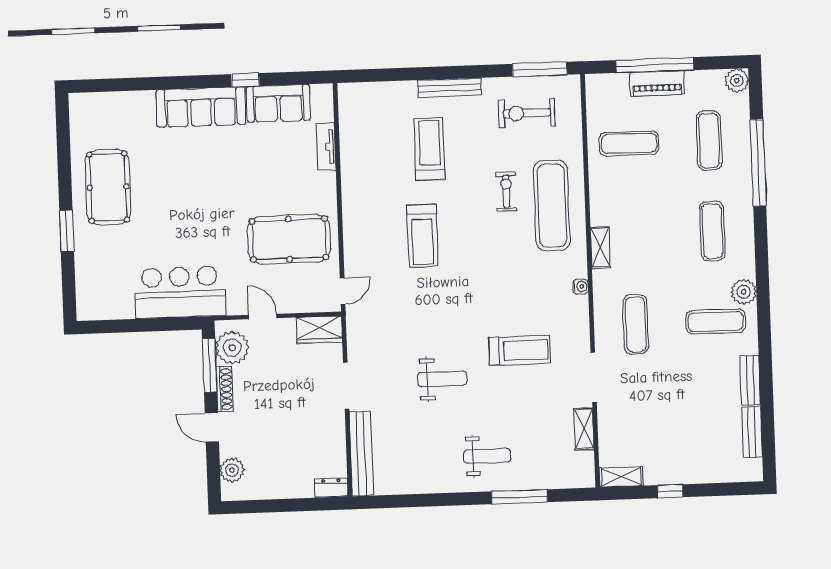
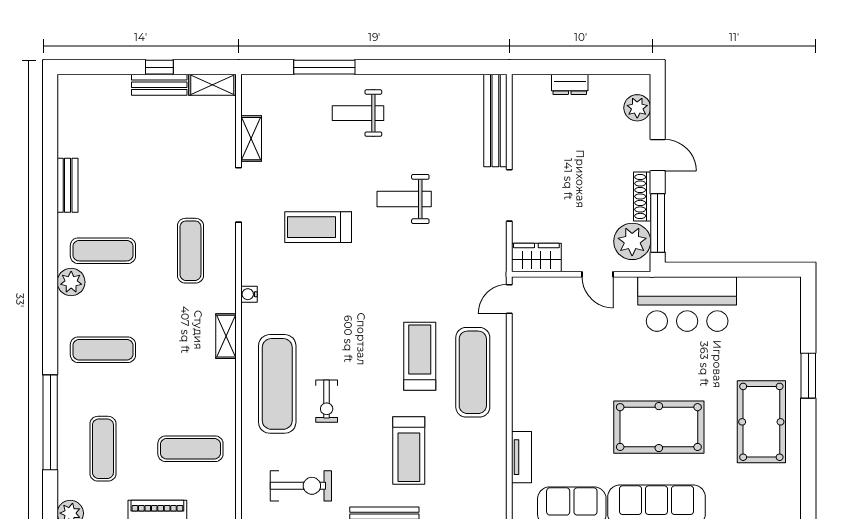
exercise mat: (373, 223) -> (473, 372), added
exercise mat: (712, 231) -> (103, 350), turned 90
pool table: (289, 239) -> (659, 427), moved
bench: (752, 432) -> (159, 85), moved, turned 90
dresser: (331, 488) -> (570, 84), moved

